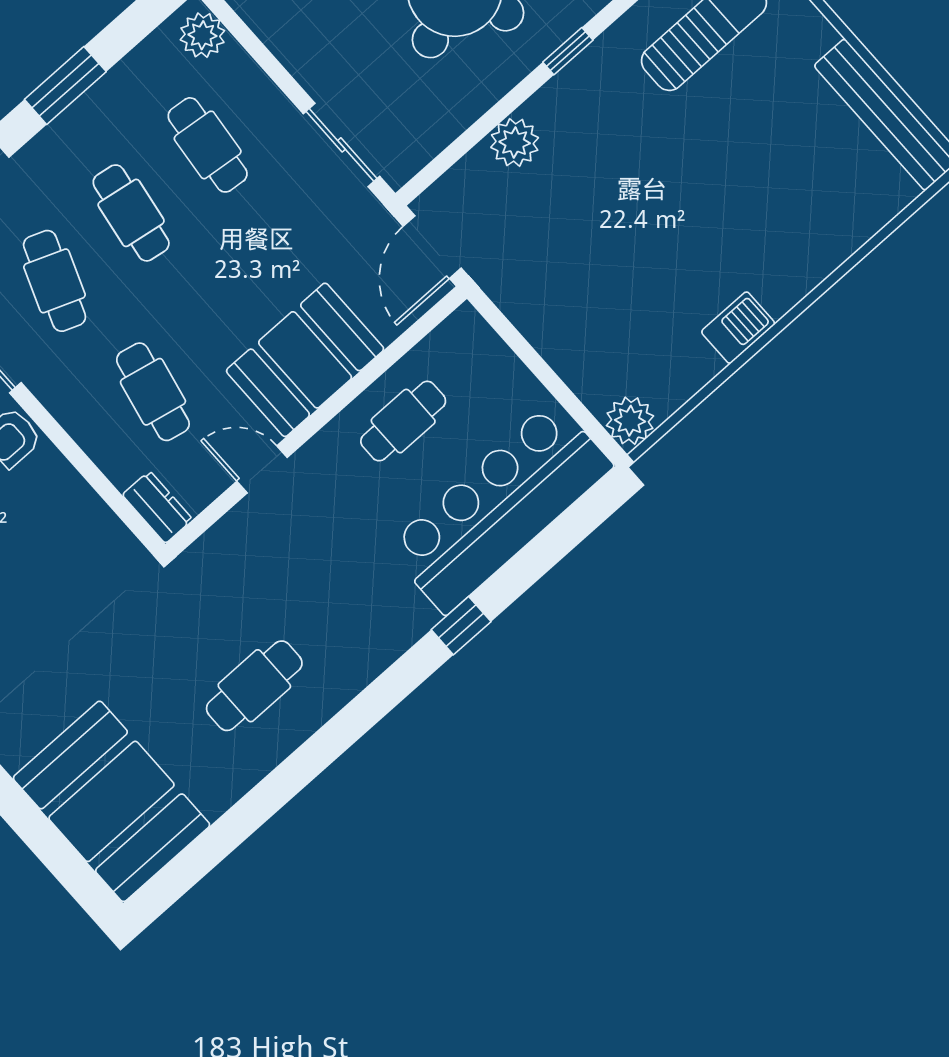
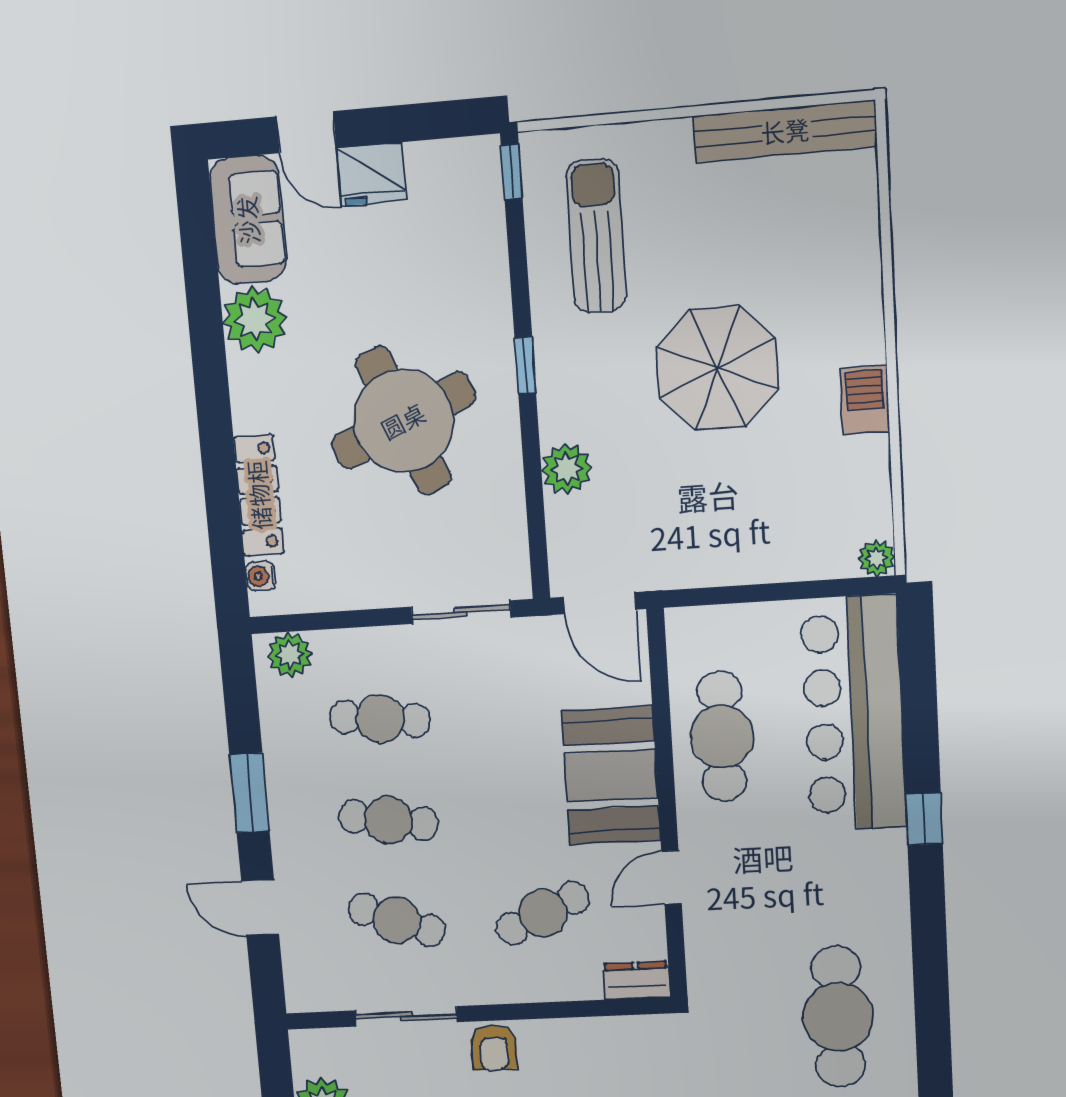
parasol: (677, 199) -> (717, 368), added
cafe table: (153, 392) -> (543, 913), turned -36
cafe table: (403, 421) -> (722, 736), width x1.37, depth x1.35
plant: (630, 421) -> (877, 558), width x0.73, depth x0.73
cafe table: (254, 686) -> (838, 1017), width x1.37, depth x1.35

